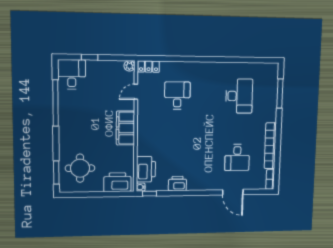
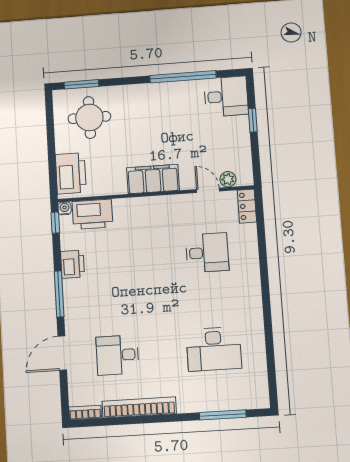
plant: (129, 66) -> (228, 179), moved
window: (196, 193) -> (59, 294), added

